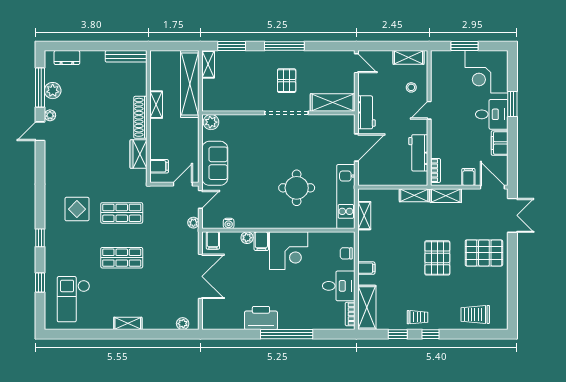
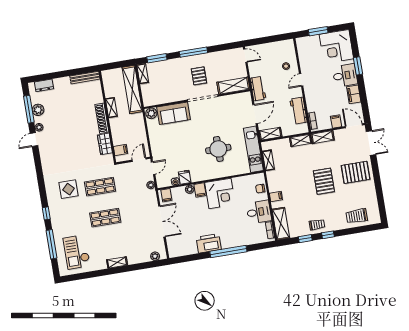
shelving: (409, 57) -> (270, 134), moved
sofa: (215, 163) -> (174, 113), moved, turned 90
fridge: (243, 220) -> (185, 177), added
window: (40, 282) -> (51, 244), width x2.17

